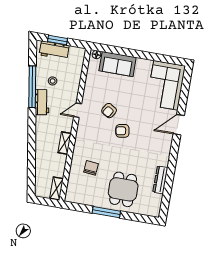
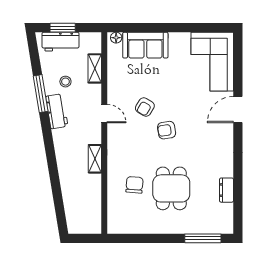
window: (32, 87) -> (41, 94), width x0.68
door: (78, 110) -> (104, 114), swing flipped
dresser: (160, 180) -> (226, 190), width x0.70
shelving: (57, 189) -> (95, 68), moved
dining table: (123, 189) -> (171, 188), moved
window: (106, 212) -> (203, 238), moved

